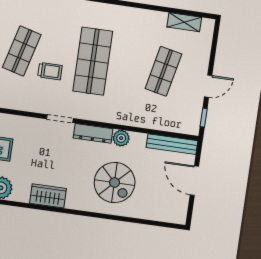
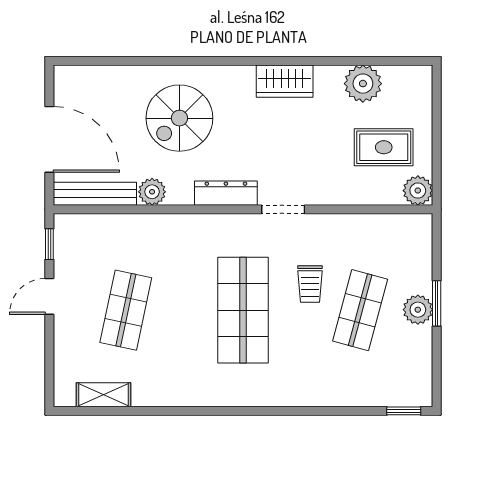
trolley: (50, 71) -> (310, 284), turned -90
plant: (121, 138) -> (152, 192), moved
door: (194, 181) -> (49, 139), width x1.36
spiral stairs: (115, 182) -> (179, 118), turned -90

